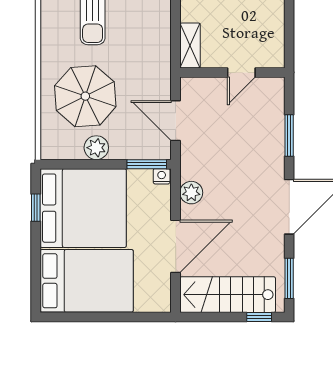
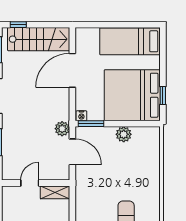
shelving: (190, 45) -> (55, 192), moved, turned 90
parasol: (85, 96) -> (131, 168), removed
plant: (191, 193) -> (62, 129), moved
bed: (87, 281) -> (130, 41), width x0.67

